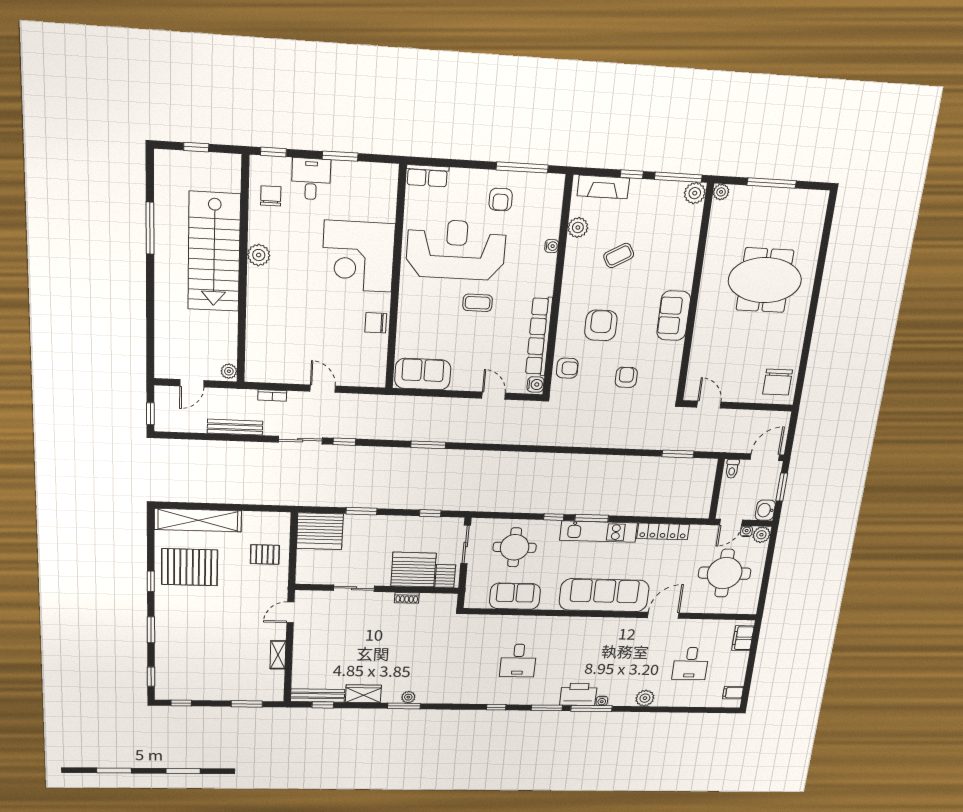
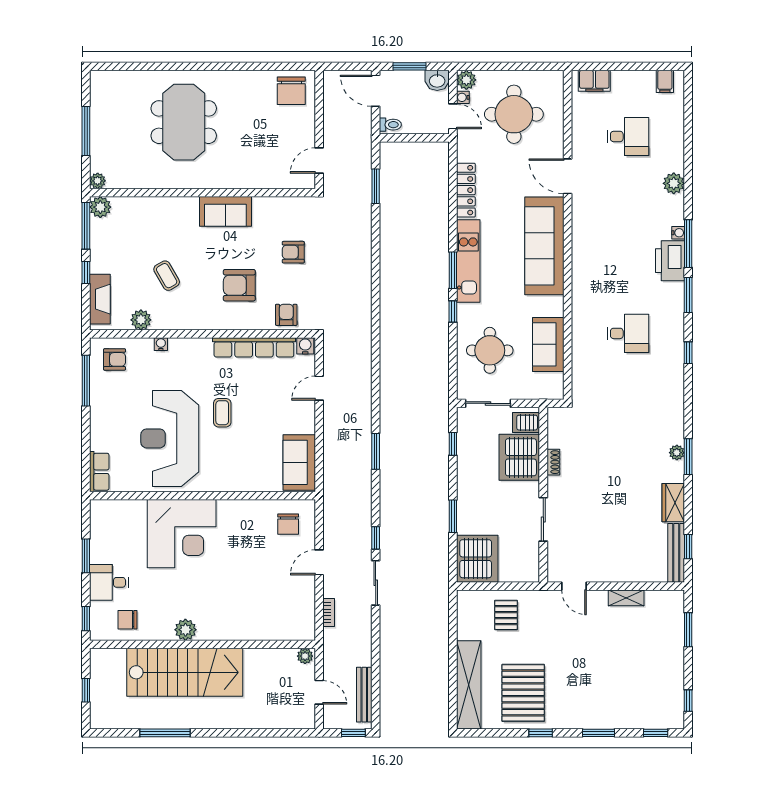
armchair: (501, 199) -> (115, 359), moved
chair: (376, 323) -> (288, 524), moved
chair: (778, 382) -> (291, 91), turned 90
bench: (235, 427) -> (364, 695), moved

